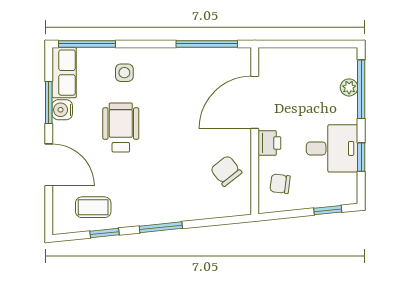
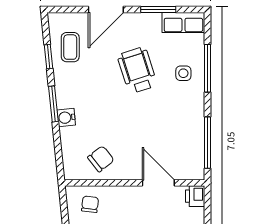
window: (87, 44) -> (208, 68), moved
door: (255, 102) -> (158, 183), width x0.73
water cooler: (62, 110) -> (66, 118), moved, turned -96
wheelchair: (121, 127) -> (137, 70), turned -108
printer: (269, 143) -> (195, 196), moved, turned 90

